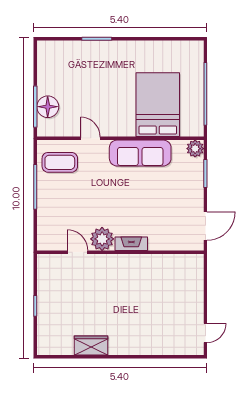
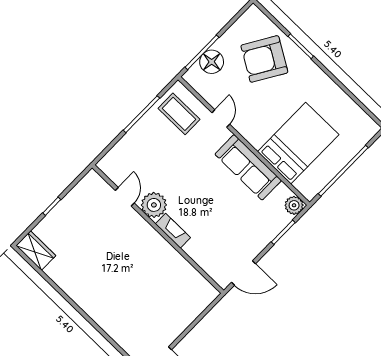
armchair: (81, 71) -> (264, 59), added
wardrobe: (91, 345) -> (36, 251), moved

